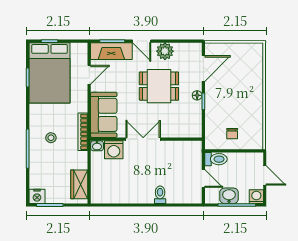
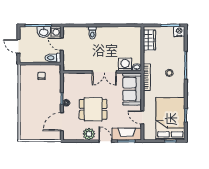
door: (89, 75) -> (142, 117), hinge flipped
washing machine: (256, 197) -> (56, 31), moved

